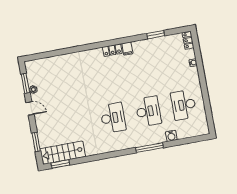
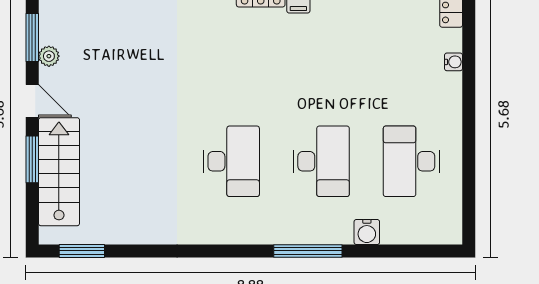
window: (36, 142) -> (32, 159), moved
stairs: (63, 153) -> (59, 172), moved, turned 90

